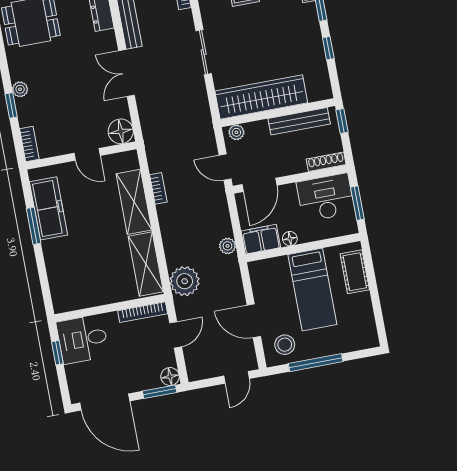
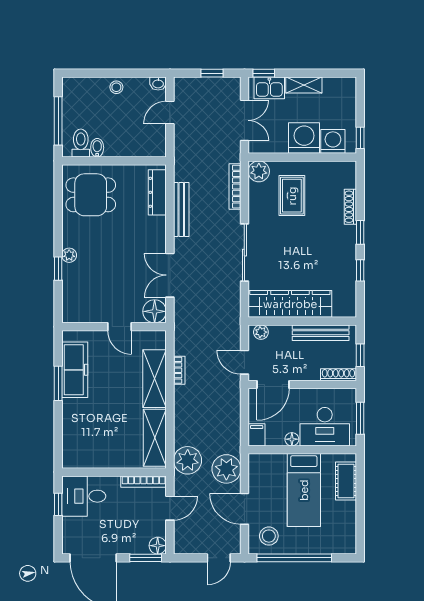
sliding door: (204, 52) -> (244, 253), width x1.37
double door: (127, 73) -> (170, 275), moved
window: (342, 121) -> (360, 355), moved
bookcase: (29, 144) -> (68, 307), removed
desk: (326, 198) -> (325, 427), moved, turned 180
filing cabinet: (261, 239) -> (257, 435), width x0.50
plant: (227, 246) -> (226, 469), moved, width x1.87, depth x1.87
window: (316, 363) -> (294, 558), width x1.46

